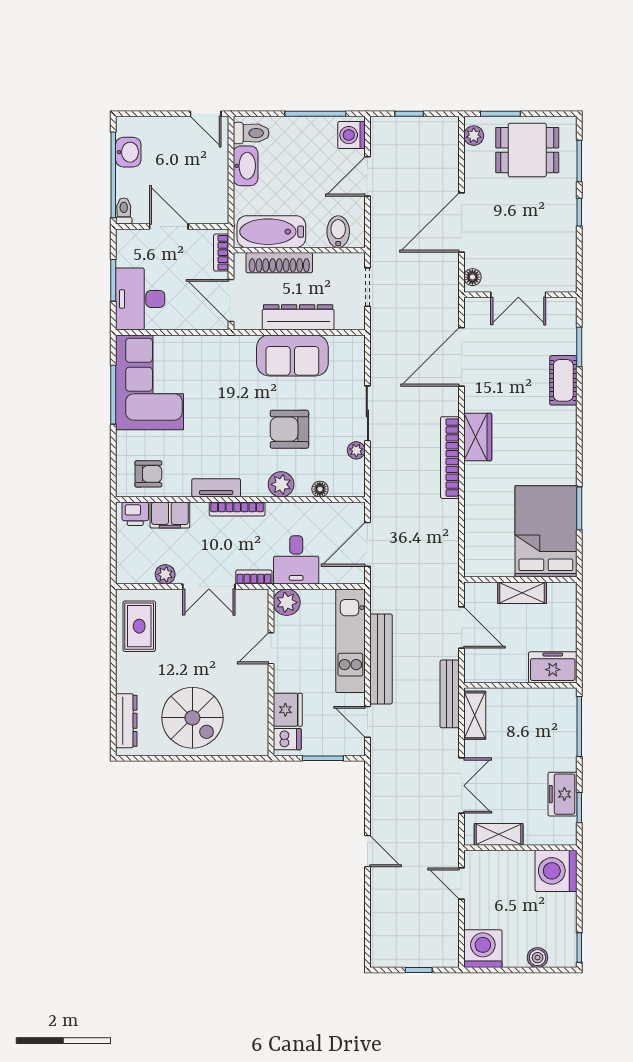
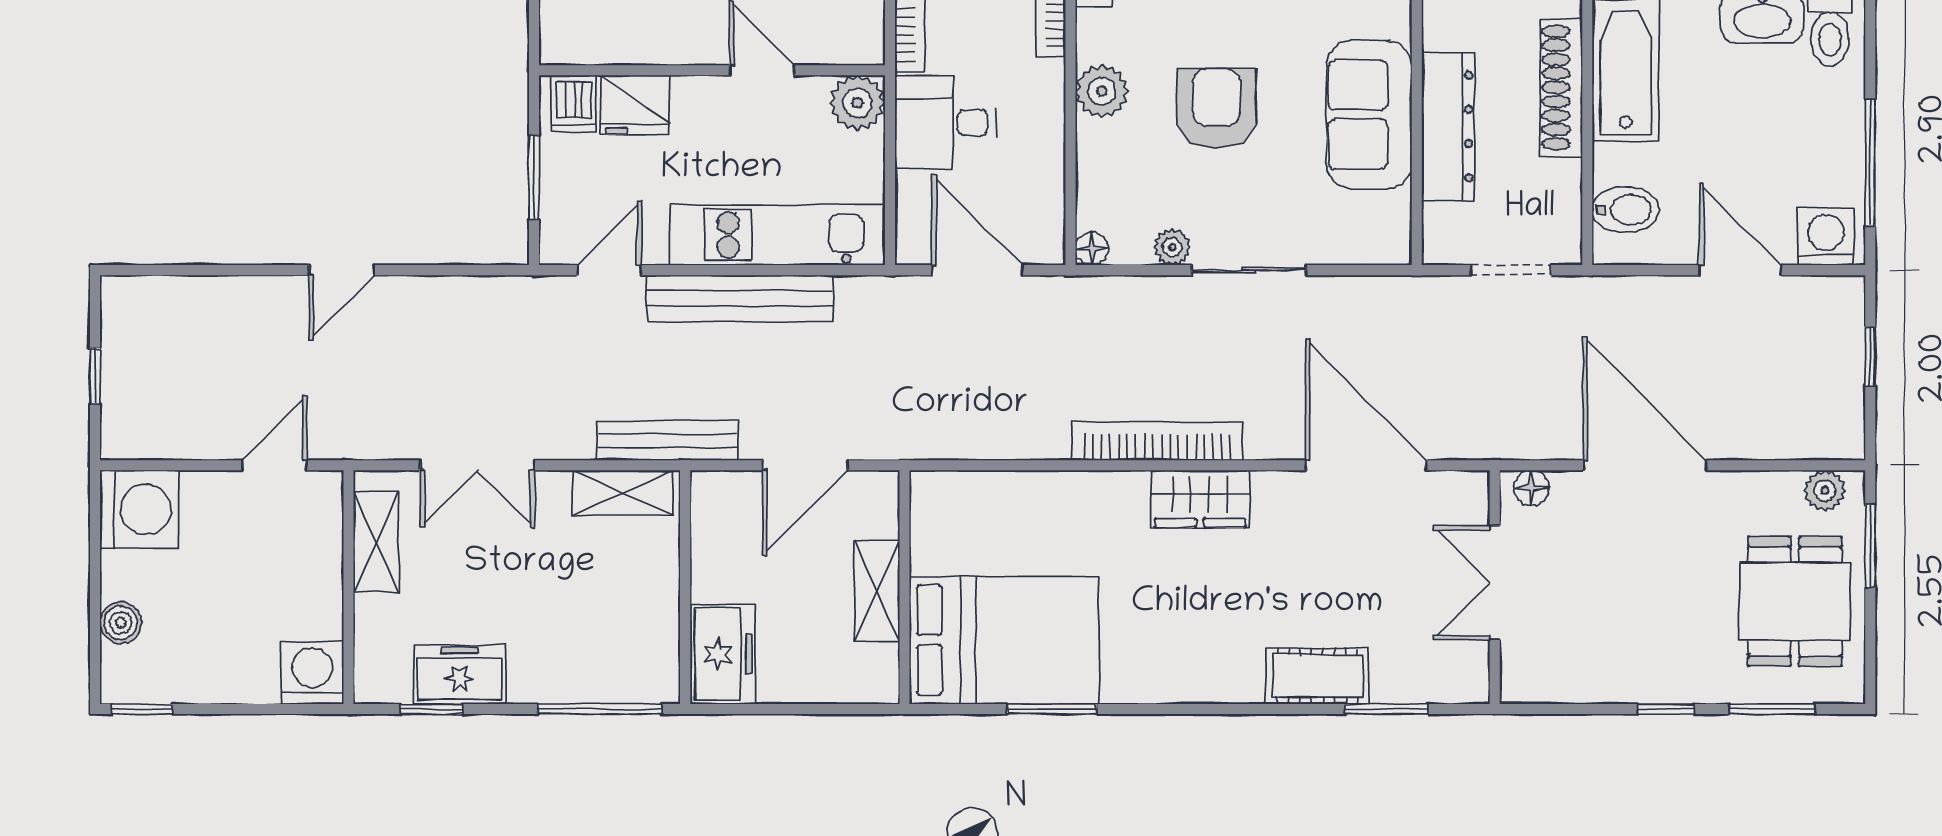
floor lamp: (320, 489) -> (1092, 249), moved
washing machine: (556, 871) -> (312, 673), width x0.73, depth x0.73

